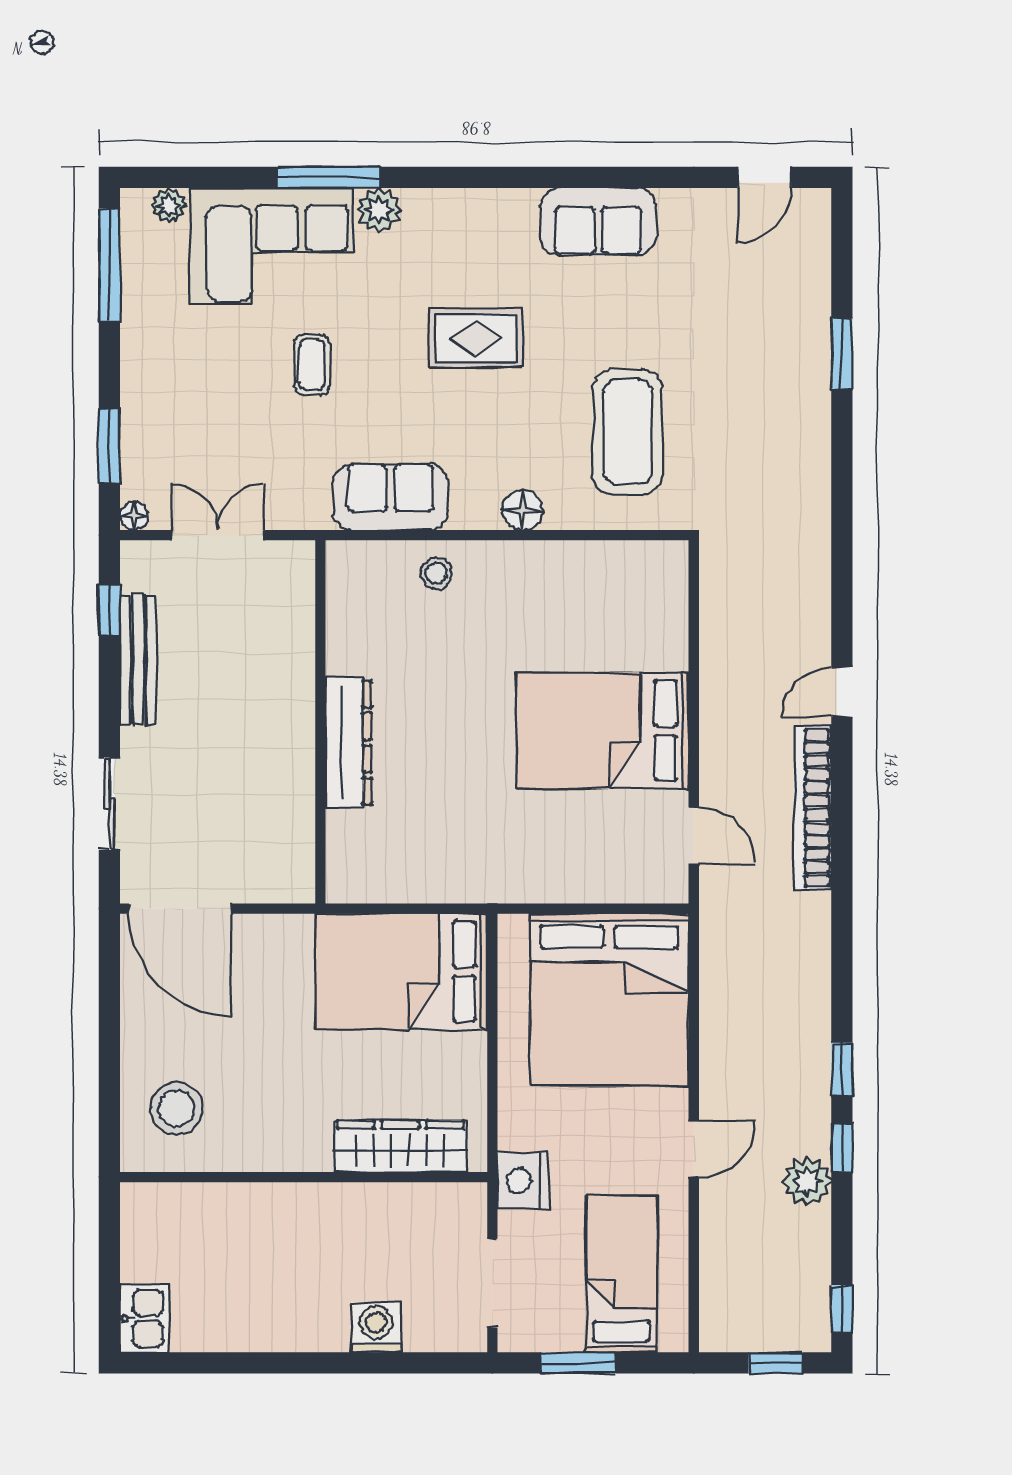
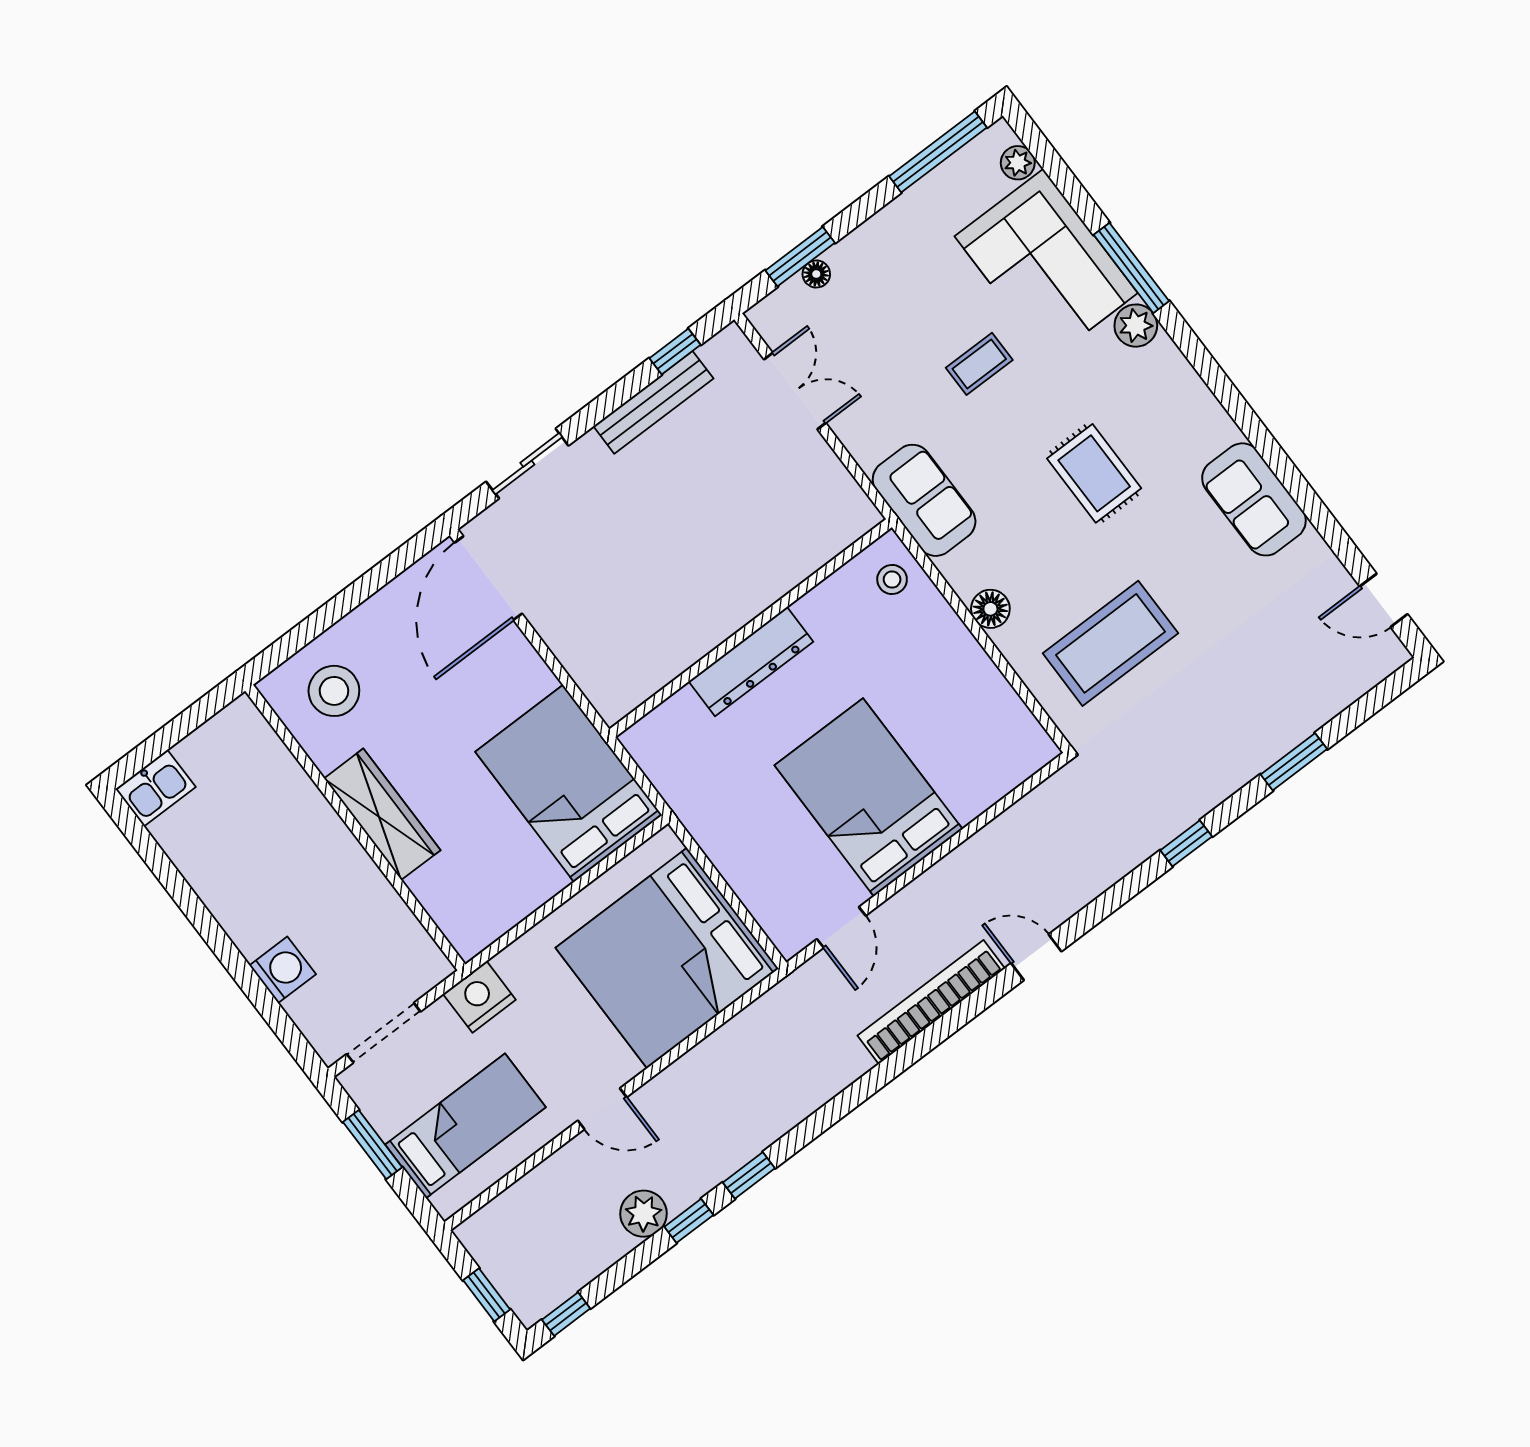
window: (842, 495) -> (1186, 843), added
floor lamp: (134, 516) -> (816, 274), moved
wall: (320, 722) -> (751, 628), moved
dresser: (348, 743) -> (751, 662), moved
wardrobe: (400, 1146) -> (382, 814), moved

